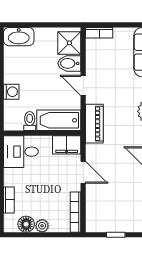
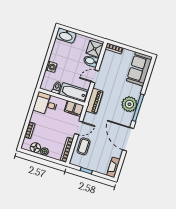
door: (83, 85) -> (95, 76), hinge flipped
door: (83, 172) -> (79, 128), hinge flipped
coffee table: (100, 199) -> (84, 146), added

